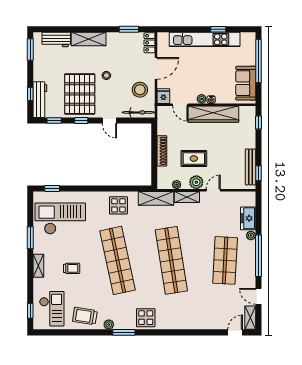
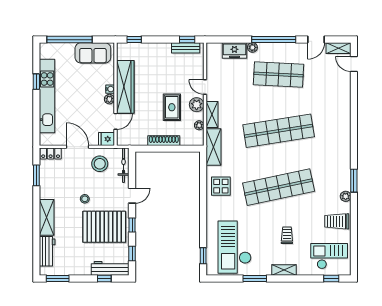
bench: (250, 167) -> (186, 48), width x0.73
trolley: (85, 316) -> (337, 221), turned 81
display table: (146, 318) -> (338, 158), removed

